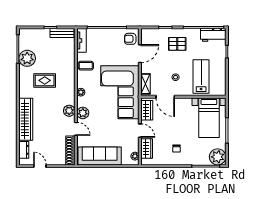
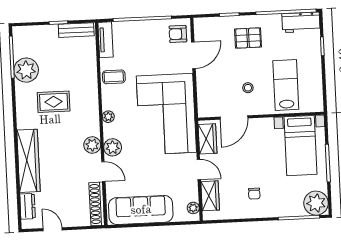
shelving: (146, 84) -> (204, 100), removed
door: (165, 97) -> (234, 118), hinge flipped

